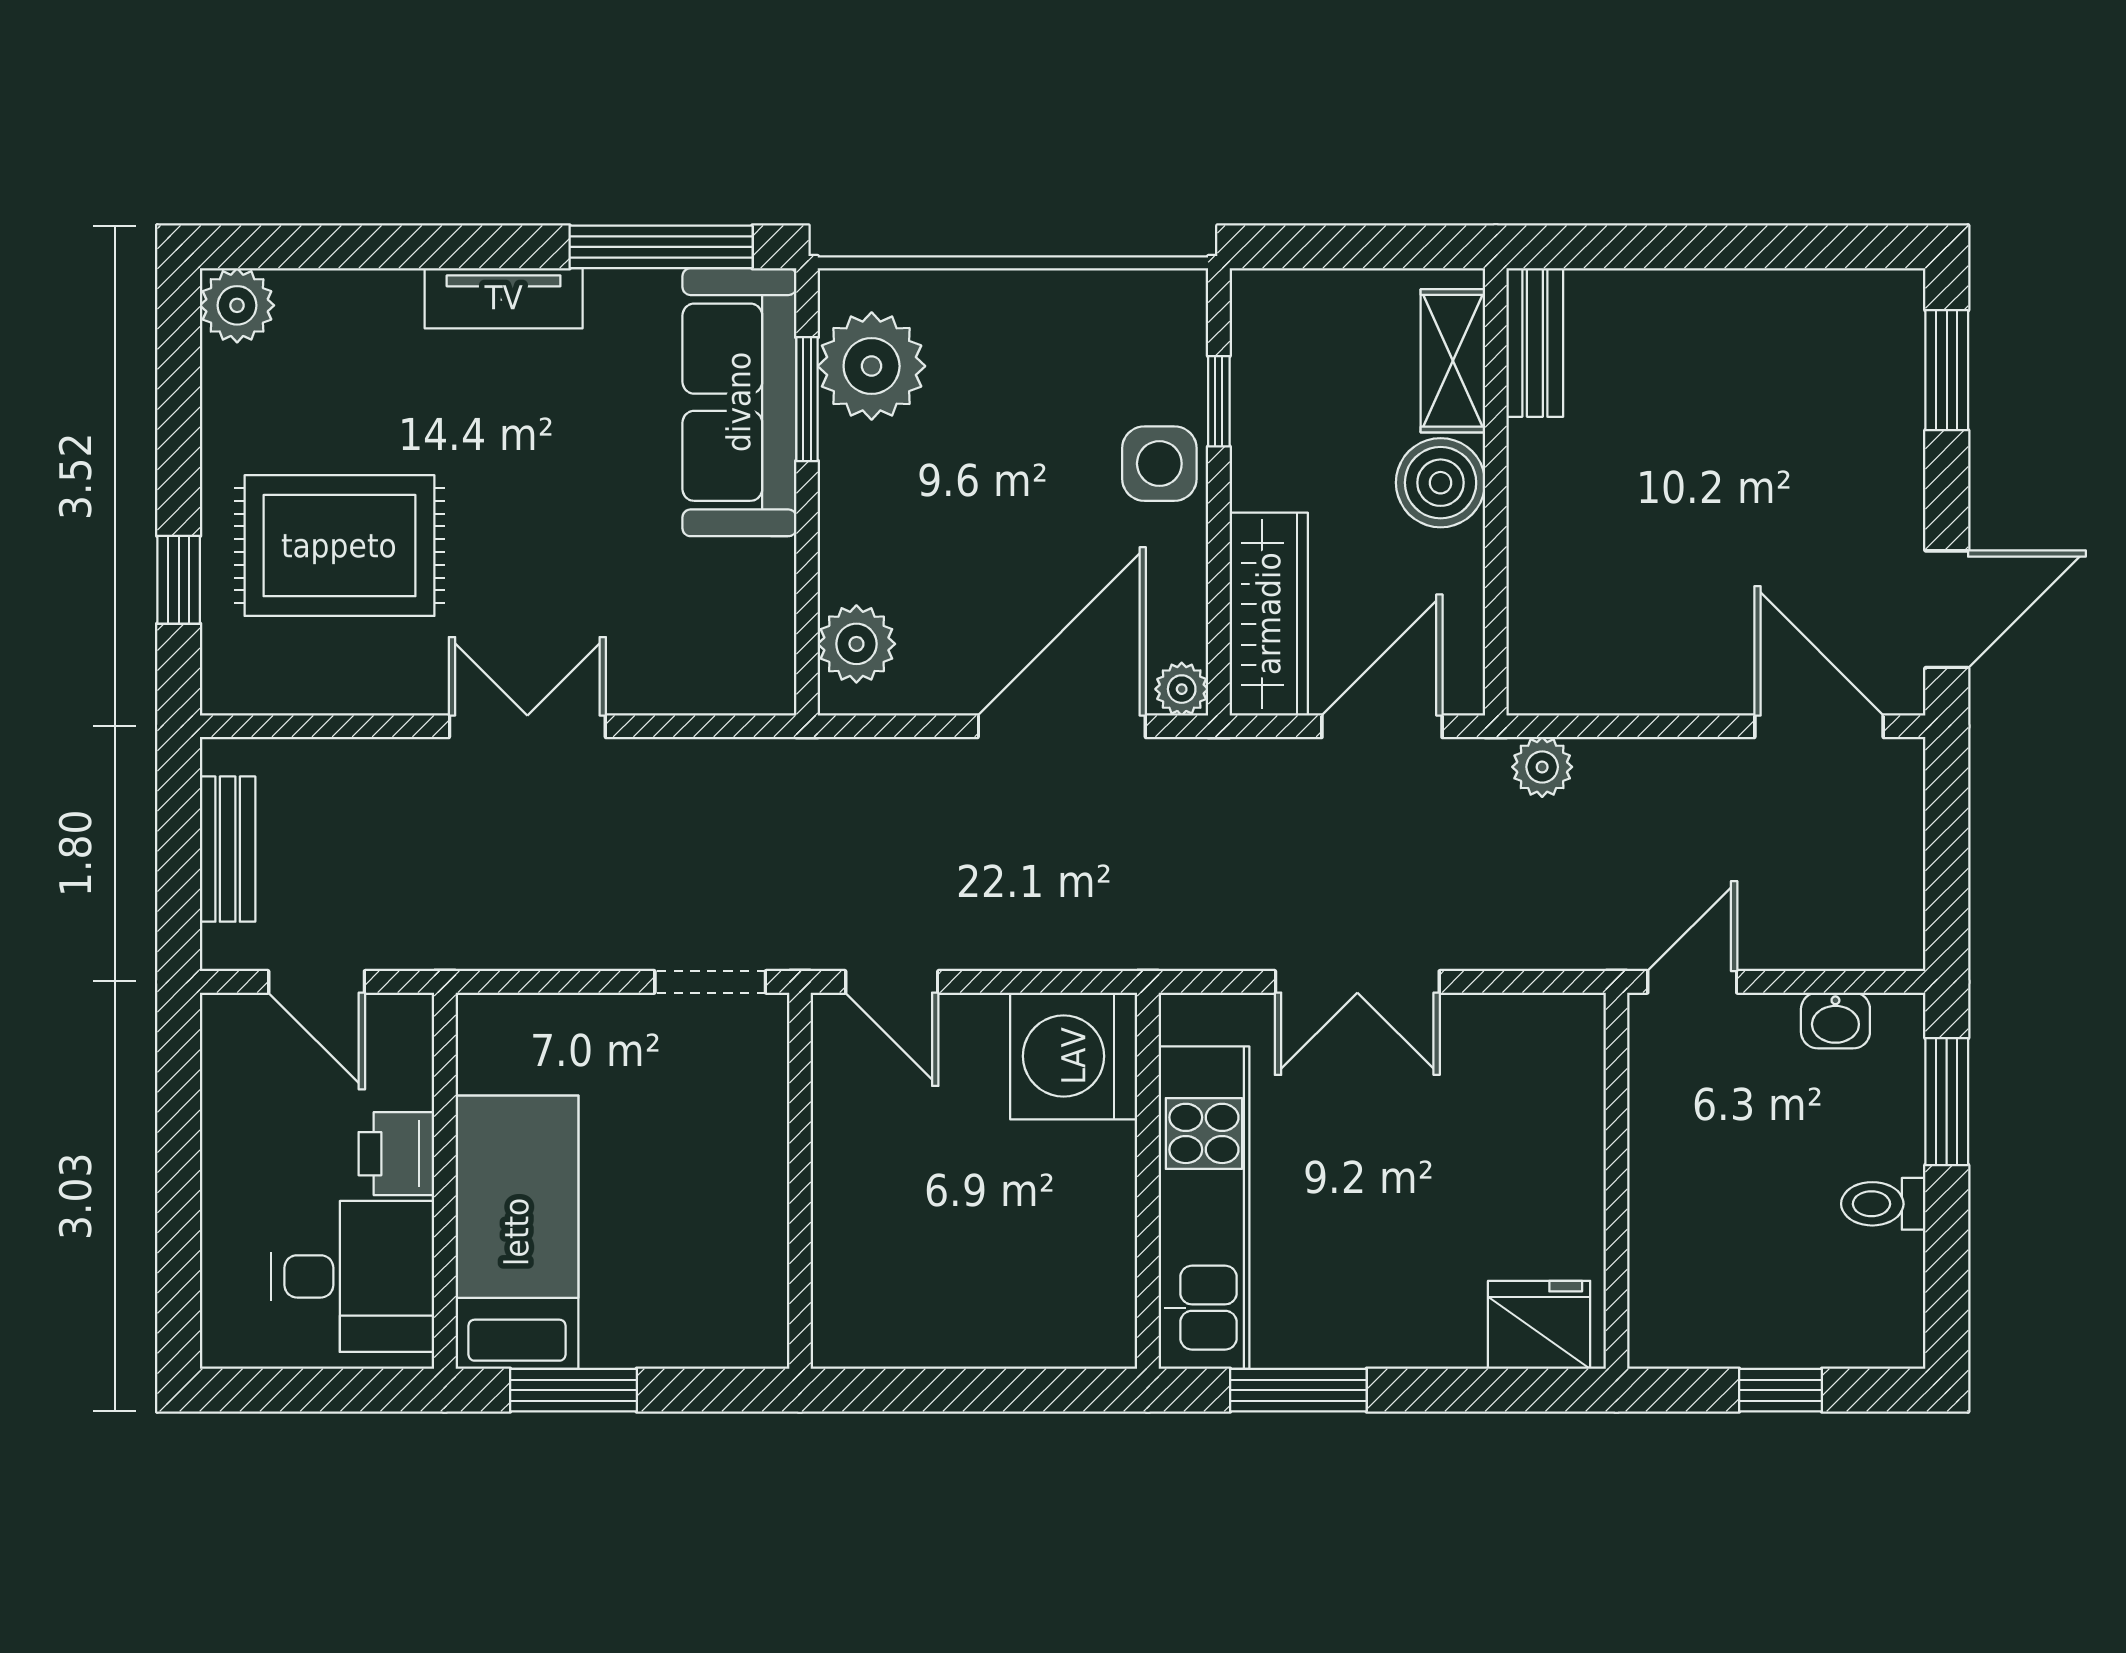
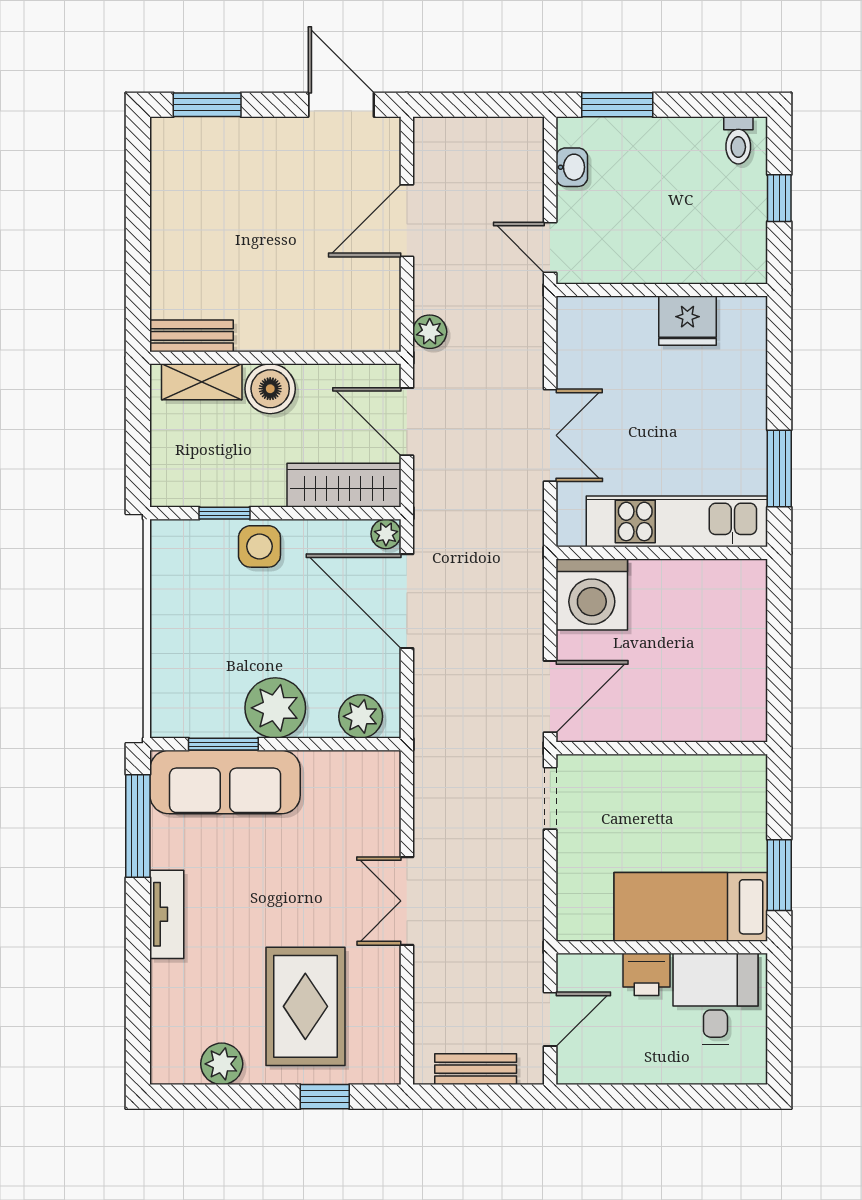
plant: (237, 305) -> (222, 1064), moved
plant: (872, 366) -> (275, 708), moved
door: (1819, 726) -> (407, 221), moved
door: (892, 982) -> (550, 697), width x1.38
toilet: (1883, 1204) -> (738, 140), moved
fridge: (1539, 1325) -> (687, 321), moved, turned -90

